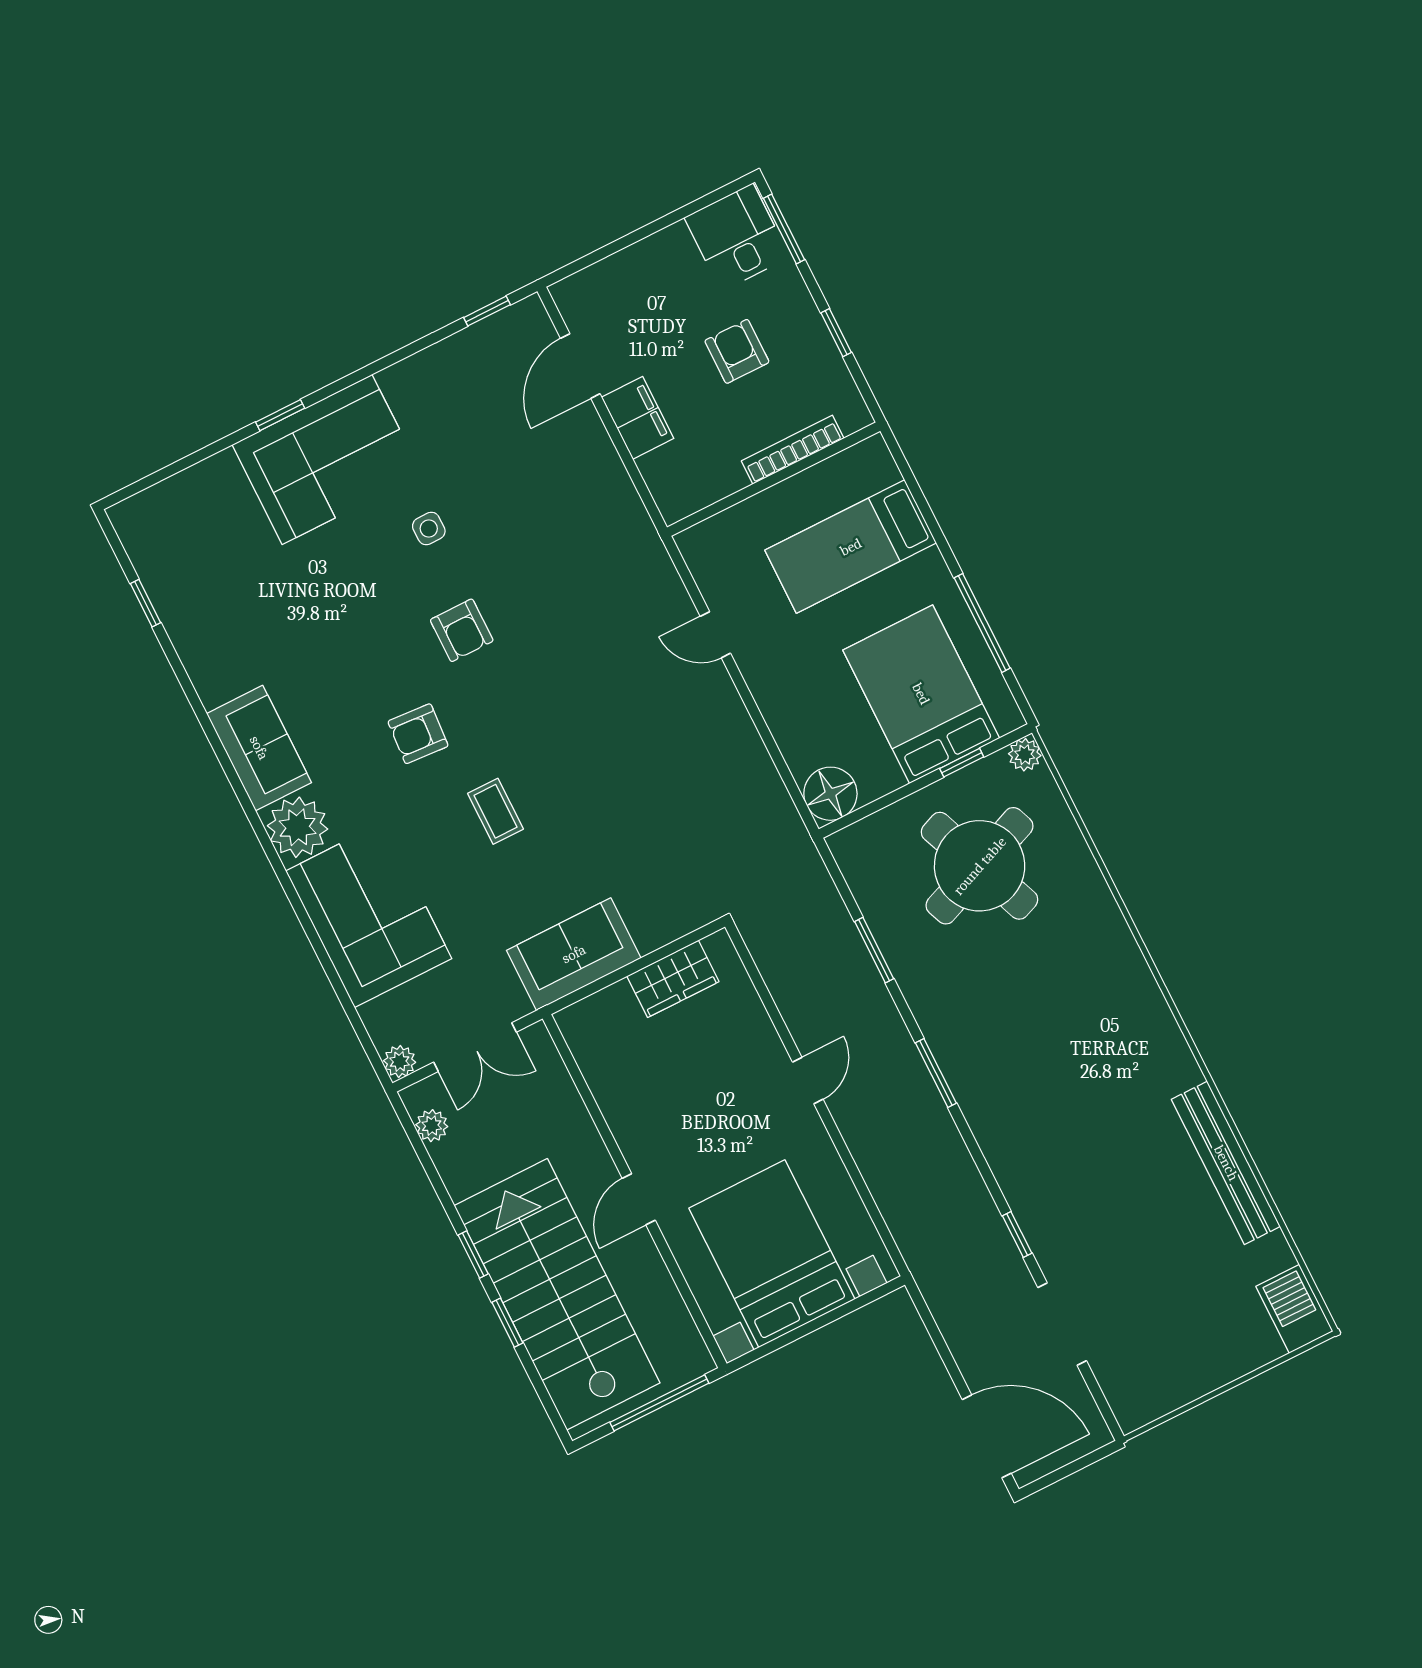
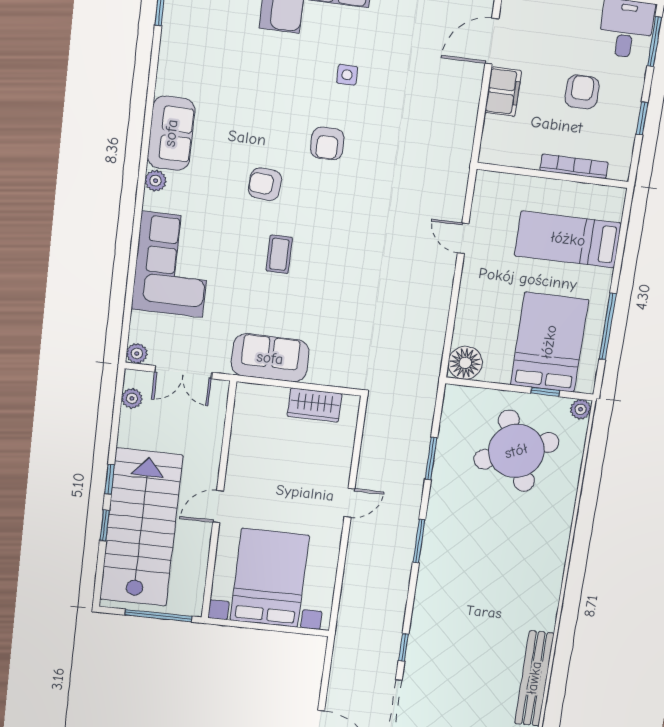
plant: (298, 827) -> (156, 181), width x0.53, depth x0.53

